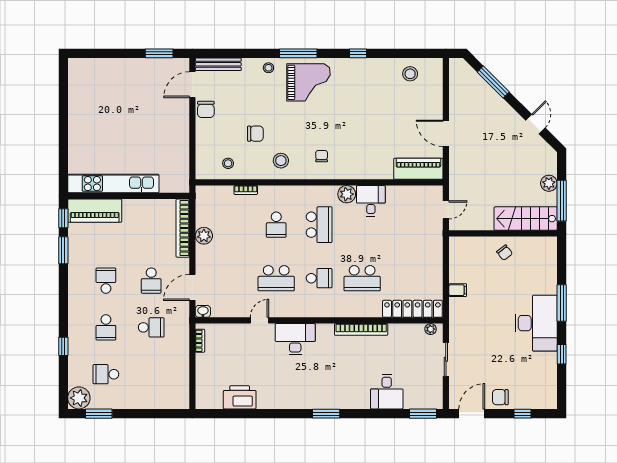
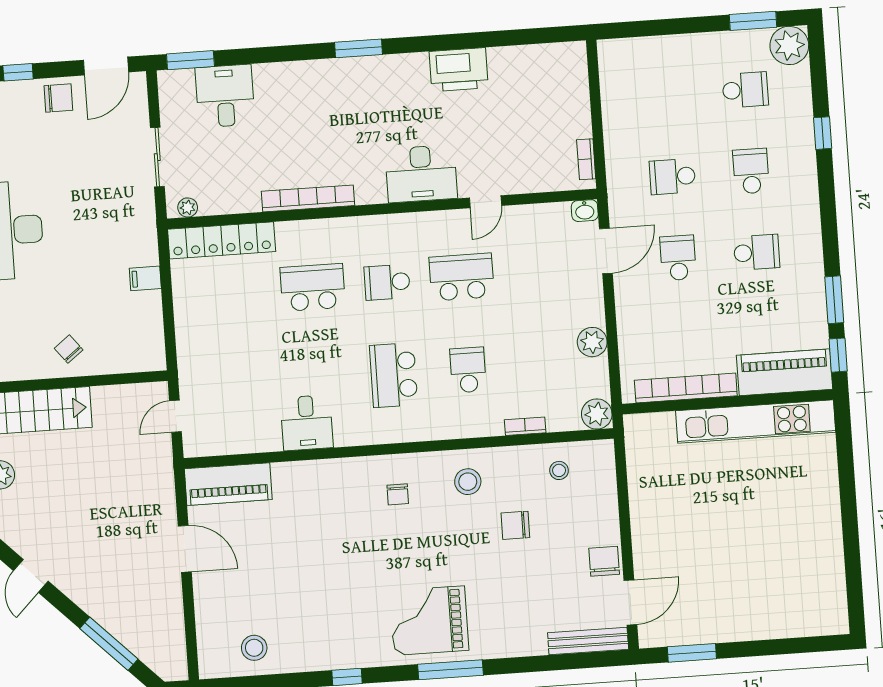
stool: (268, 68) -> (501, 641), removed
plant: (347, 194) -> (597, 414), moved
bookcase: (183, 228) -> (686, 388), moved, turned -90
school desk: (106, 281) -> (757, 252), turned -90
desk: (387, 392) -> (225, 96), moved
printer: (240, 397) -> (459, 70), moved

